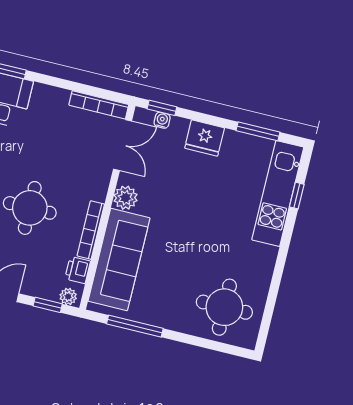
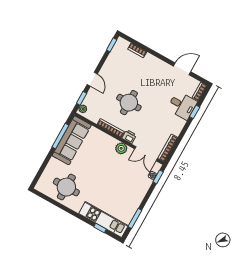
fridge: (205, 138) -> (139, 193), removed
sofa: (119, 260) -> (72, 140), moved, turned -90
printer: (78, 270) -> (129, 137), moved
round table: (224, 307) -> (66, 187), moved

